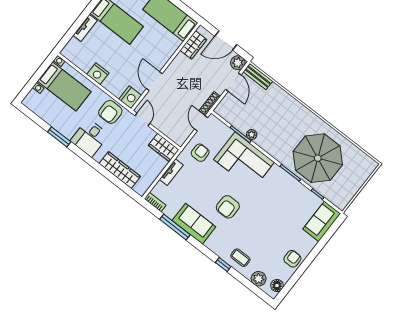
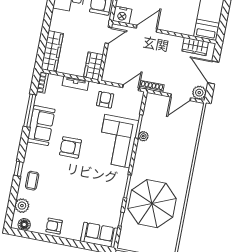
bench: (258, 76) -> (196, 116), removed
armchair: (200, 153) -> (105, 100), turned -90
wardrobe: (120, 170) -> (52, 51), moved
armchair: (292, 259) -> (54, 226), turned 180

